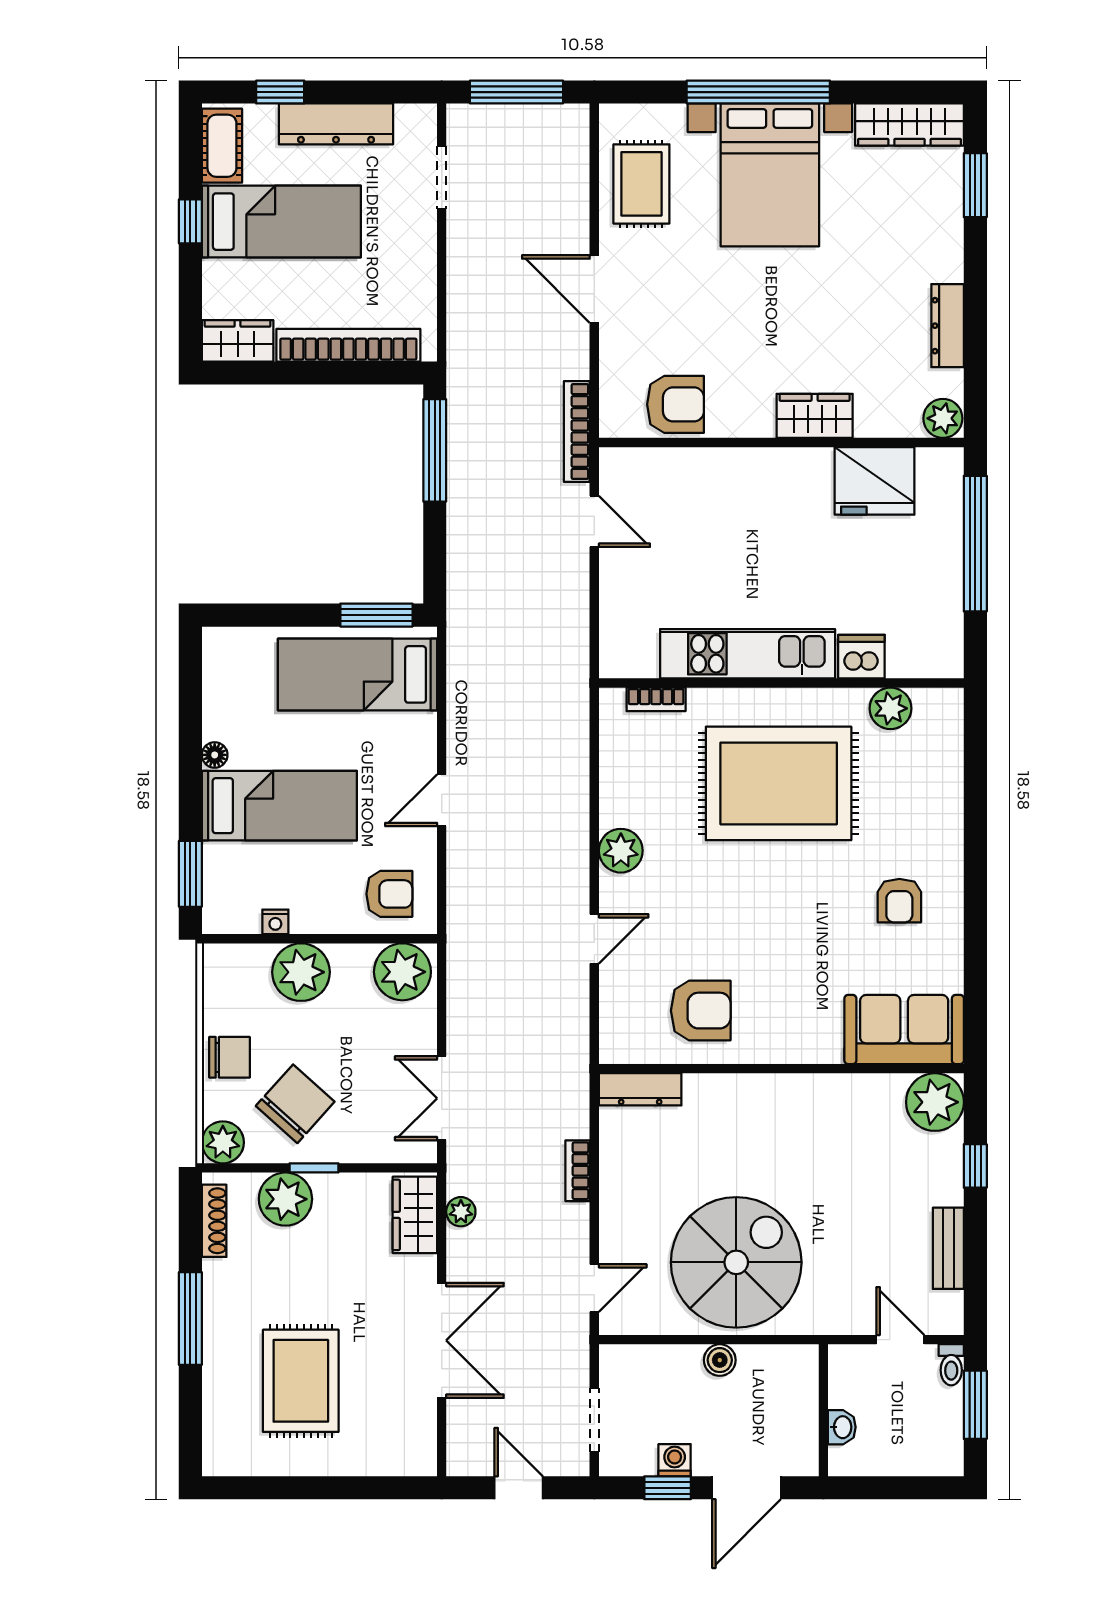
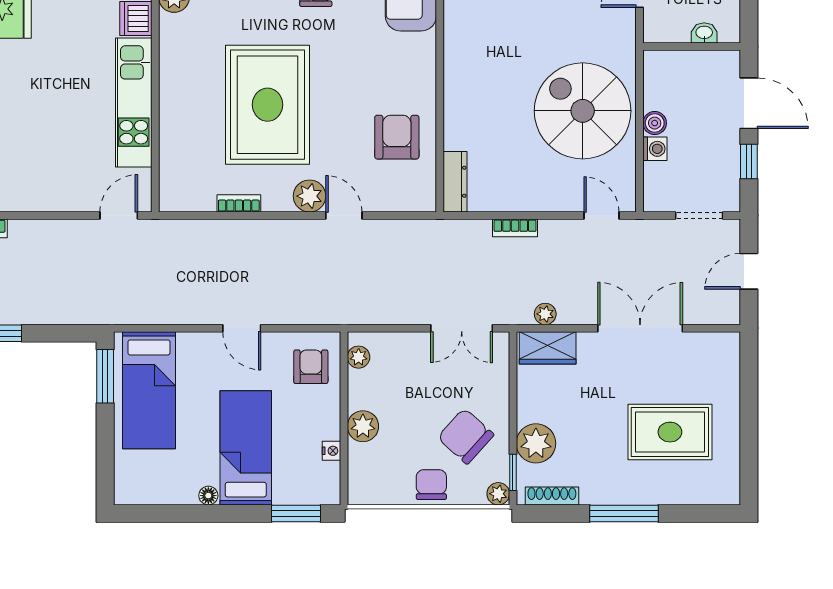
door: (594, 521) -> (119, 216), moved
bookcase: (656, 699) -> (239, 203), moved, turned -90
rug: (779, 783) -> (267, 105), moved
plant: (621, 851) -> (310, 196), moved
plant: (301, 972) -> (363, 426), width x0.73, depth x0.73
plant: (402, 972) -> (359, 357), width x0.53, depth x0.53
plant: (223, 1142) -> (498, 494), width x0.73, depth x0.73
window: (314, 1168) -> (513, 472), moved
washing machine: (675, 1460) -> (655, 149), moved, turned 180

